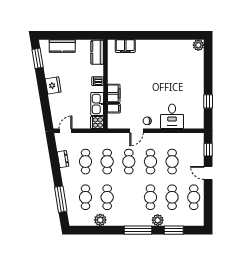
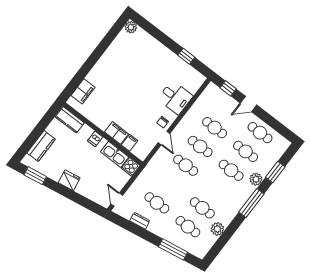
cafe table: (107, 162) -> (171, 184), removed

